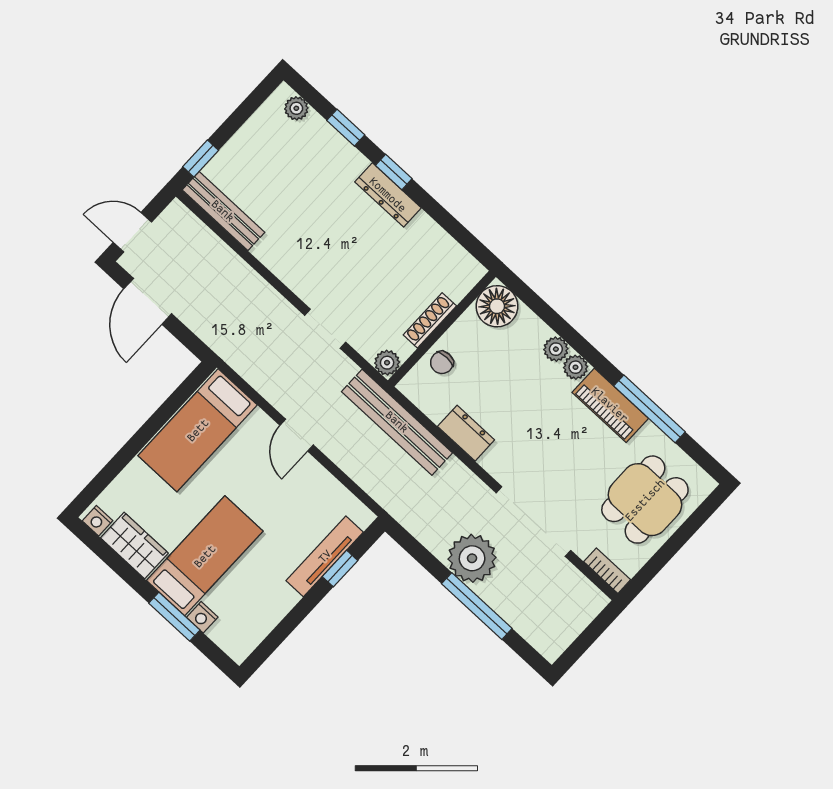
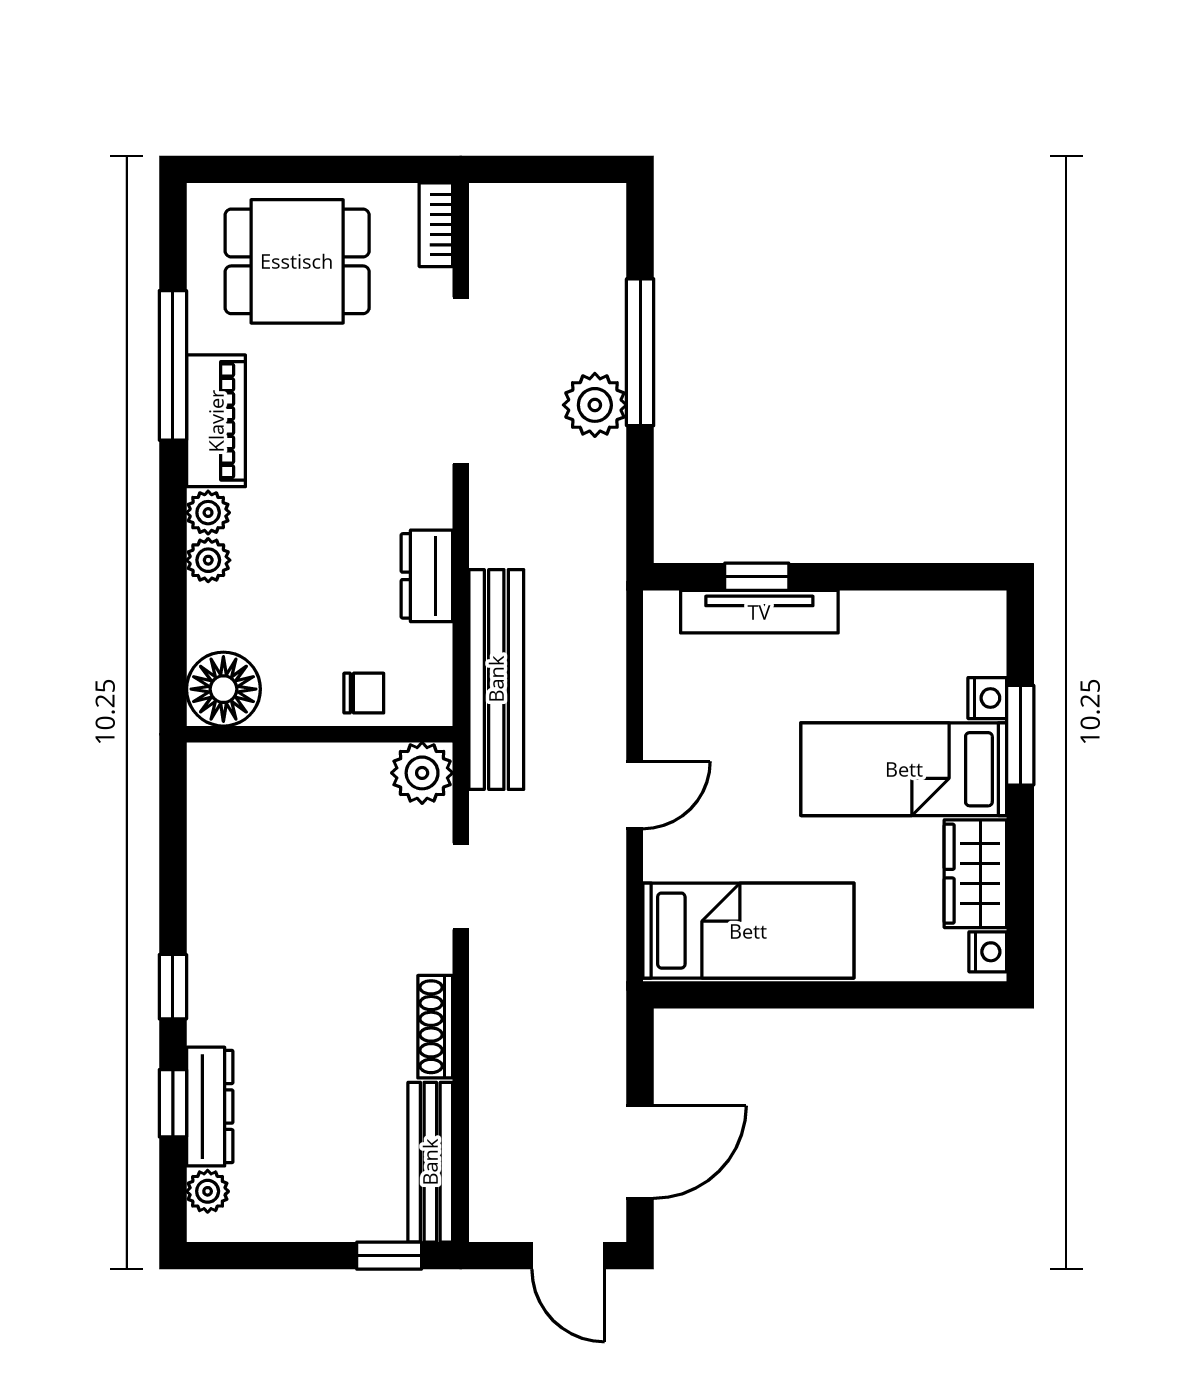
dresser: (388, 195) -> (210, 1107), moved
shoe rack: (430, 320) -> (435, 1027), moved, turned 90
plant: (387, 363) -> (422, 773), width x1.38, depth x1.38
plant: (472, 558) -> (595, 405), width x0.73, depth x0.73

